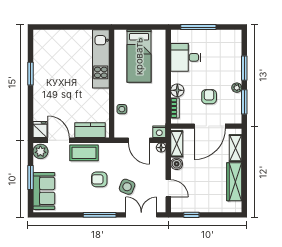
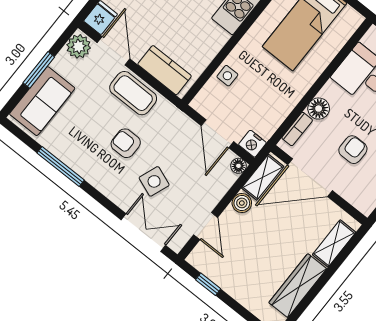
door: (210, 126) -> (310, 178), moved
window: (100, 215) -> (61, 167), moved

